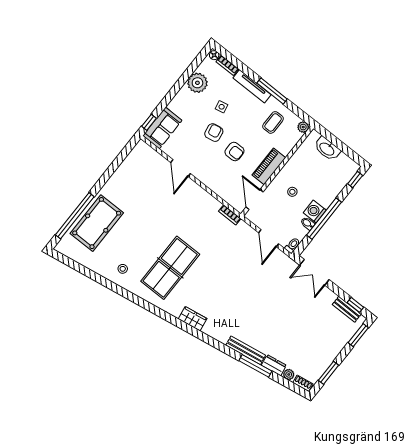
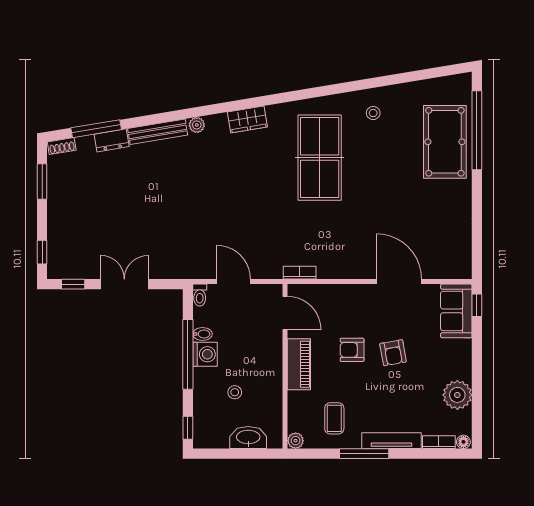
side table: (222, 107) -> (408, 389), removed
door: (180, 168) -> (399, 282), width x1.36
stool: (292, 192) -> (235, 392), moved
double door: (314, 272) -> (124, 284), moved
bench: (347, 309) -> (79, 271), removed
window: (358, 335) -> (42, 252), width x0.67
window: (255, 366) -> (96, 129), moved
plant: (289, 374) -> (197, 125), moved

